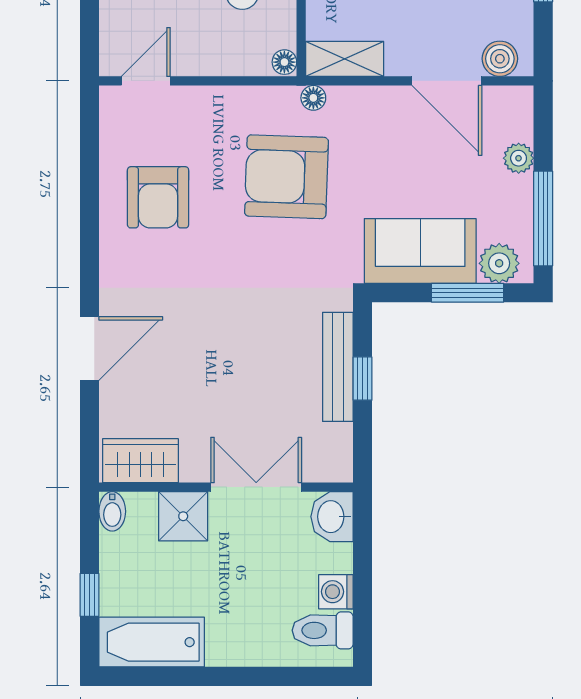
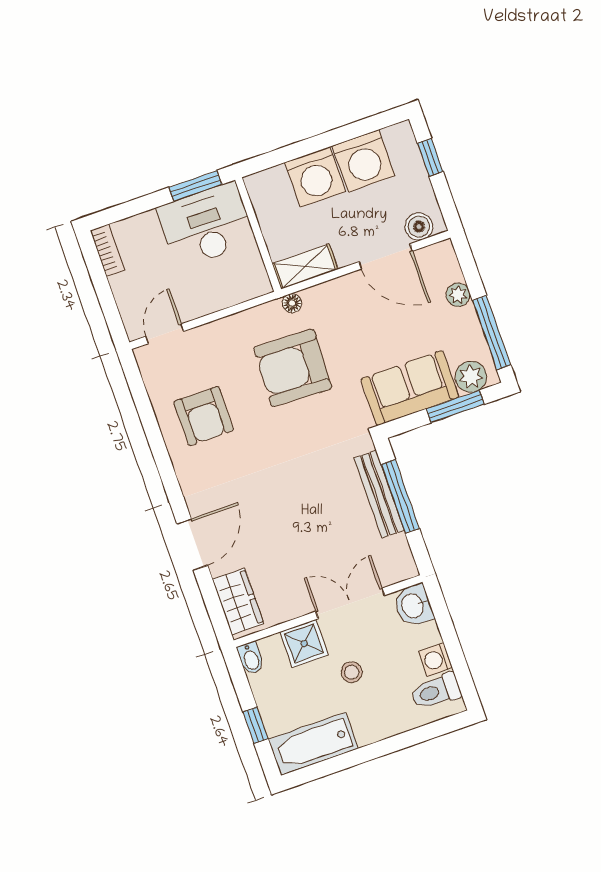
floor lamp: (284, 62) -> (262, 284), removed
window: (363, 379) -> (400, 496), width x2.17
wardrobe: (140, 461) -> (238, 602), moved, turned 90
stool: (229, 571) -> (352, 672), added

